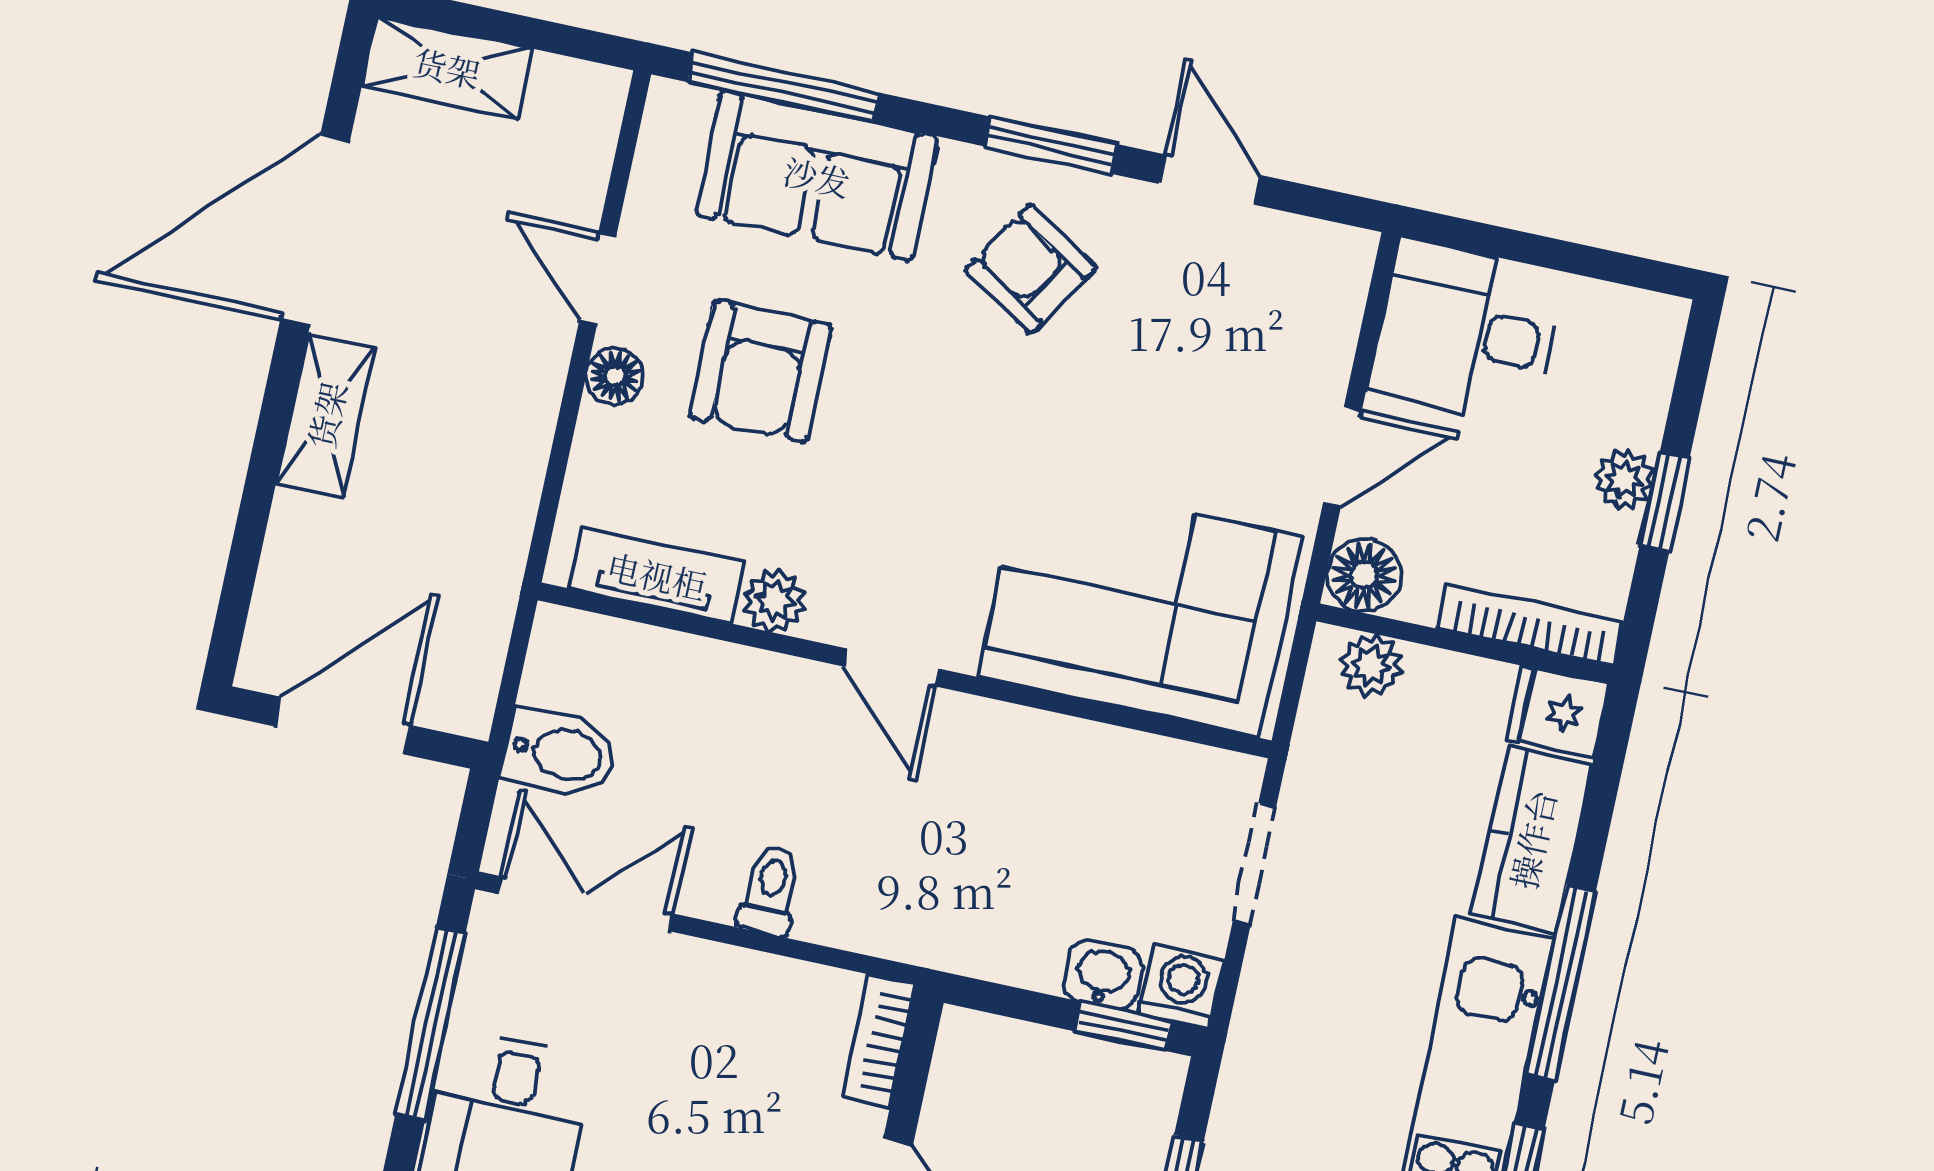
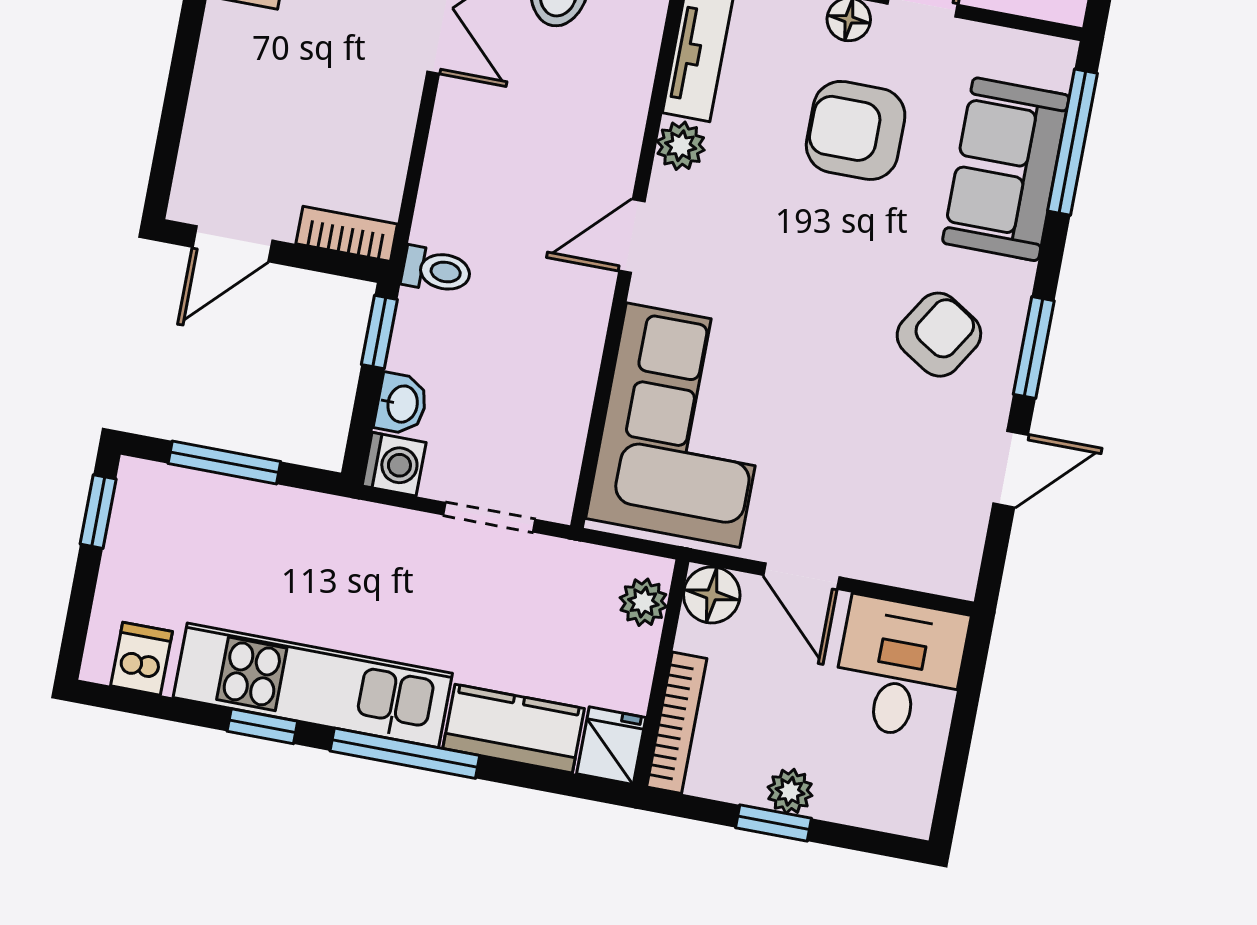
toilet: (770, 890) -> (437, 270), moved
window: (1123, 1026) -> (379, 332), moved

